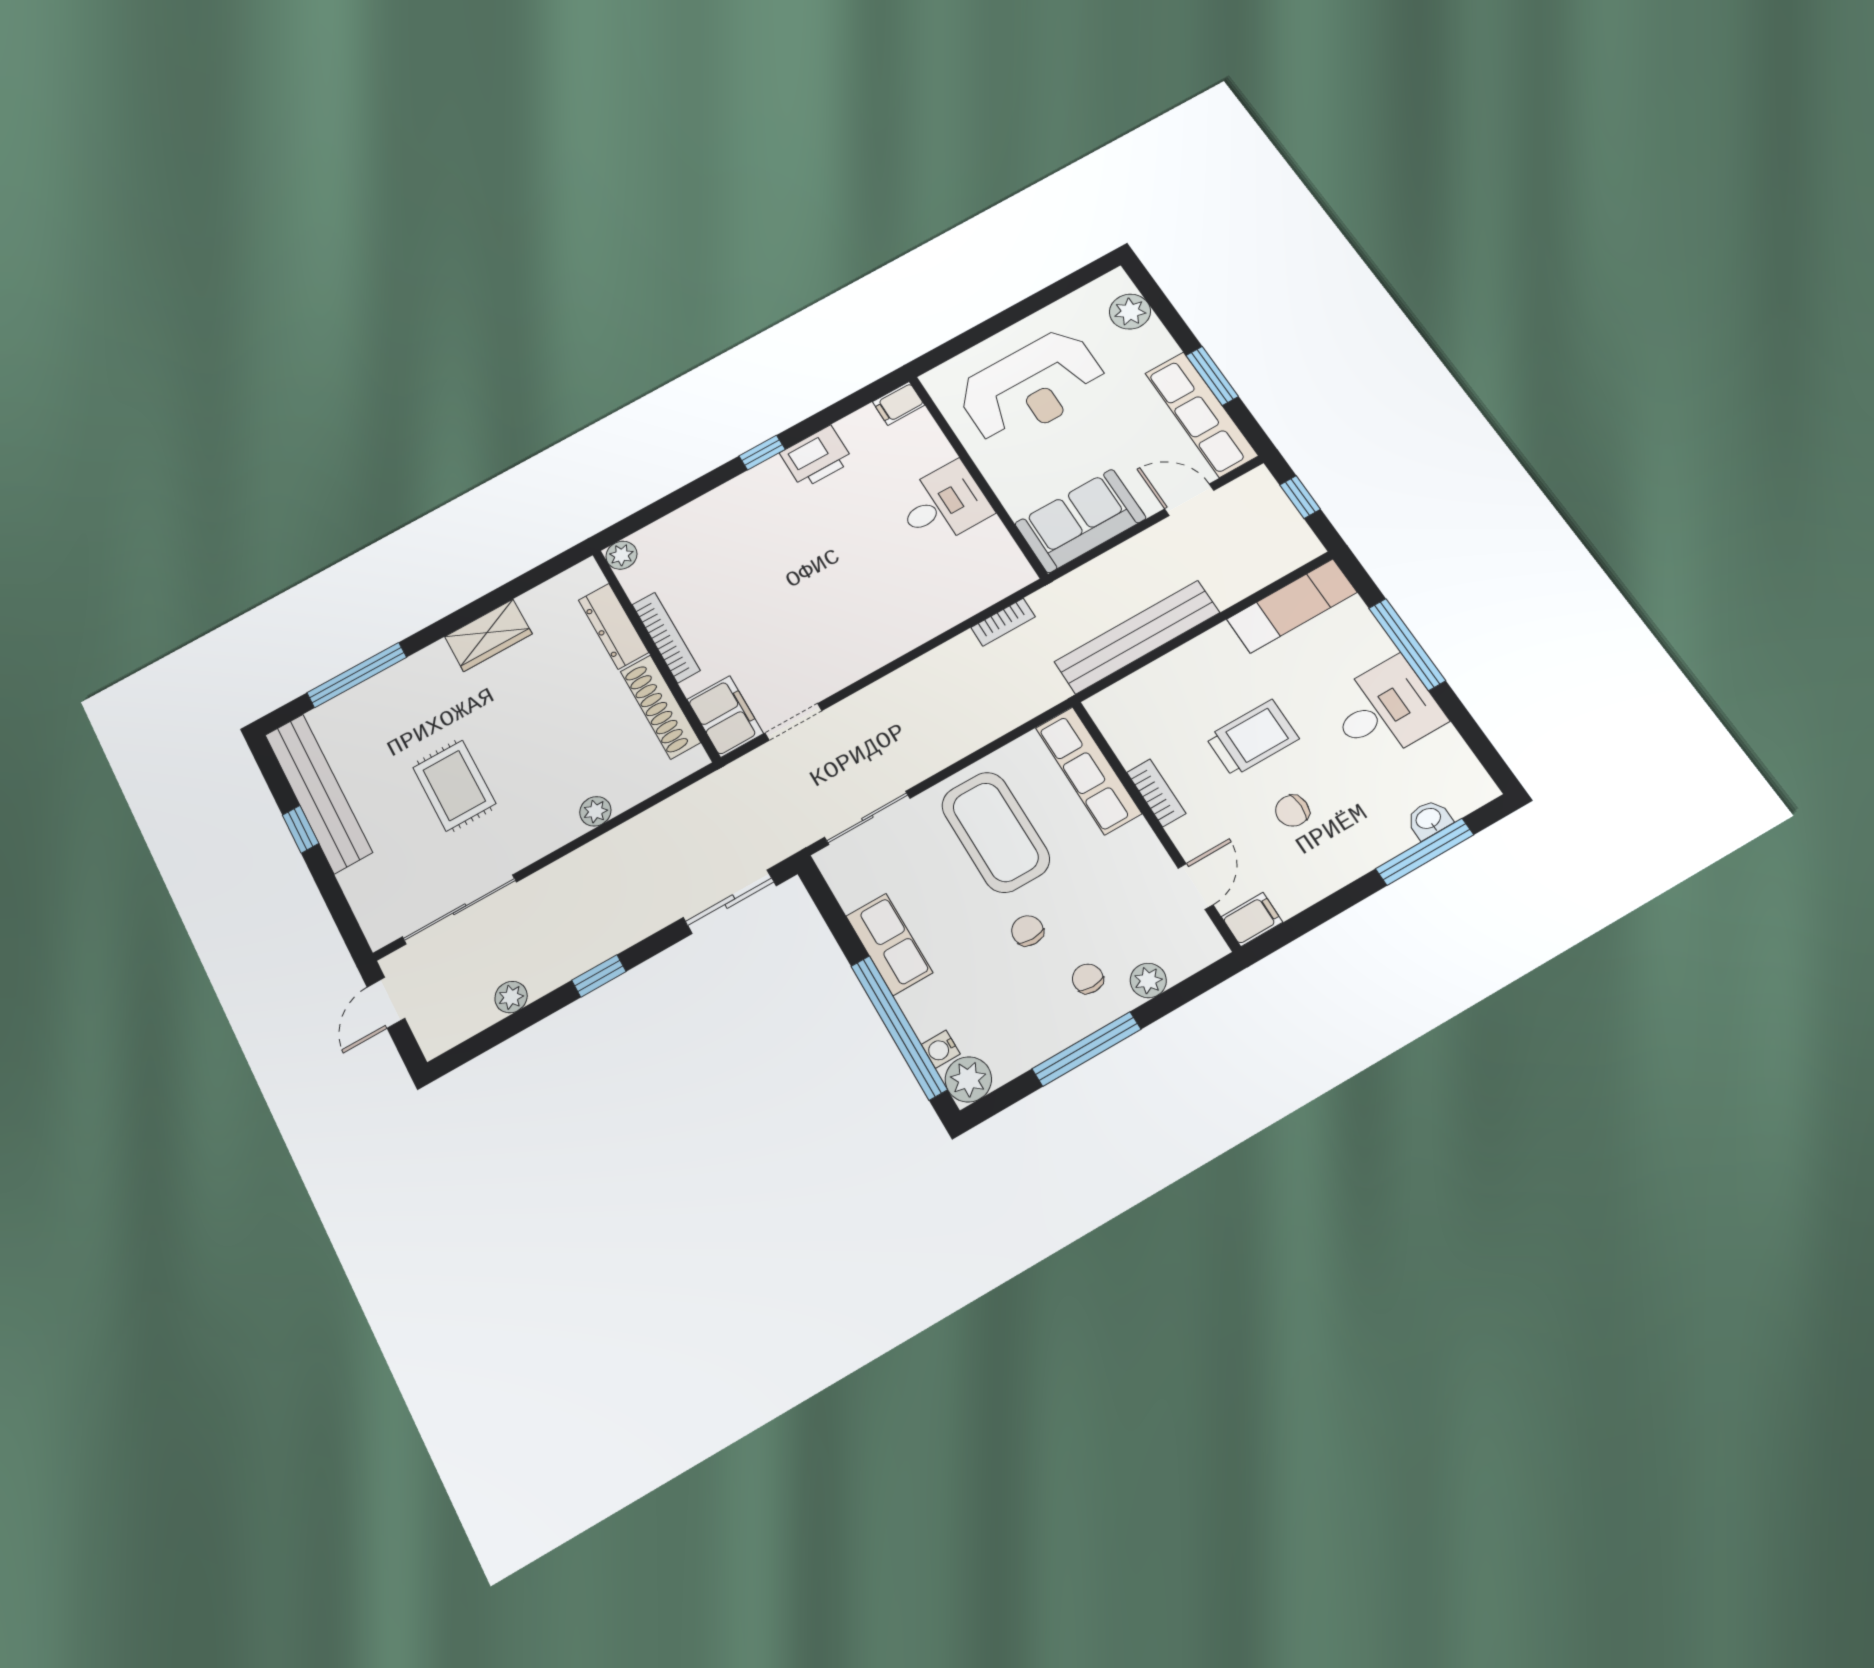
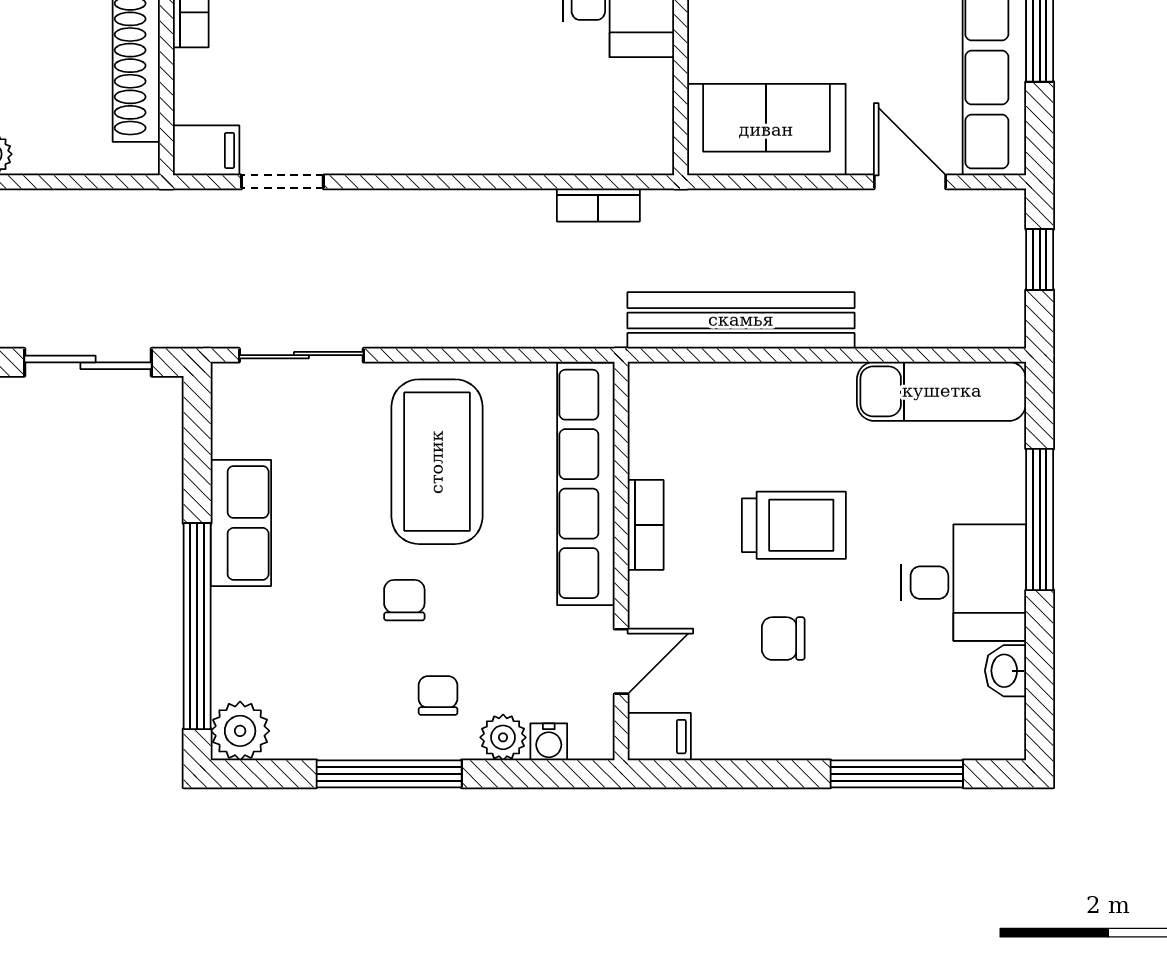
filing cabinet: (725, 716) -> (206, 150), width x0.50
row of seats: (1088, 771) -> (586, 484), width x1.36
washbasin: (1429, 819) -> (1005, 671), moved, turned -90
water cooler: (941, 1049) -> (549, 742), moved, turned -90

